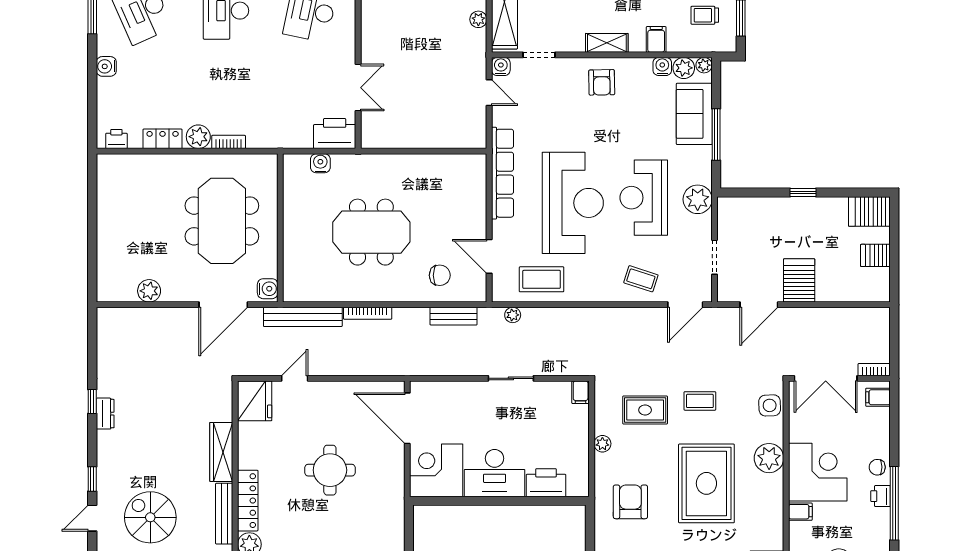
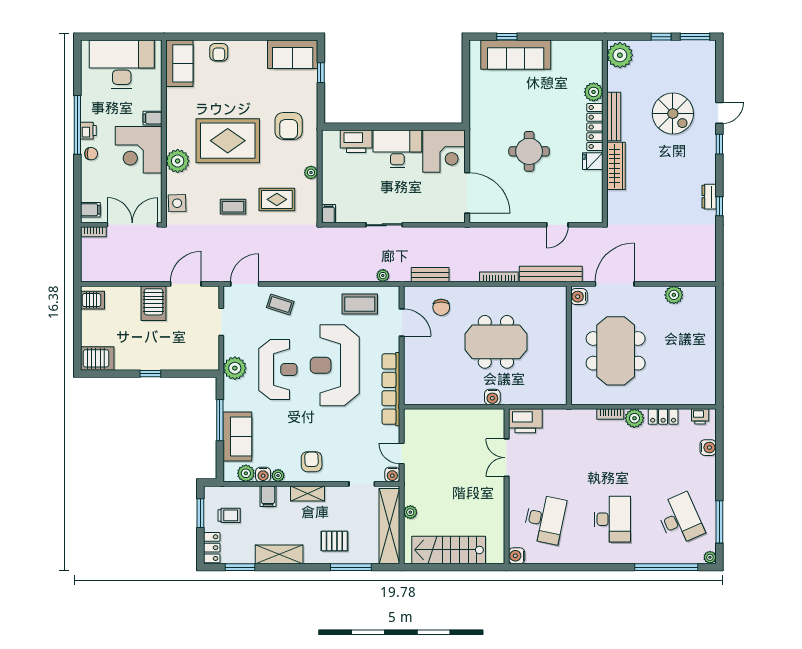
plant: (704, 65) -> (278, 476), moved
water cooler: (106, 66) -> (708, 448), moved
water cooler: (320, 163) -> (492, 397), moved
server rack: (875, 255) -> (92, 300), moved
chair: (440, 275) -> (441, 307), turned -90
fridge: (255, 401) -> (593, 161), moved, width x0.53, depth x0.75
rug: (706, 483) -> (228, 141), turned 90

